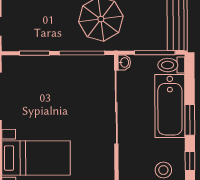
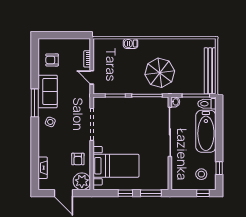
window: (190, 120) -> (219, 141), removed

